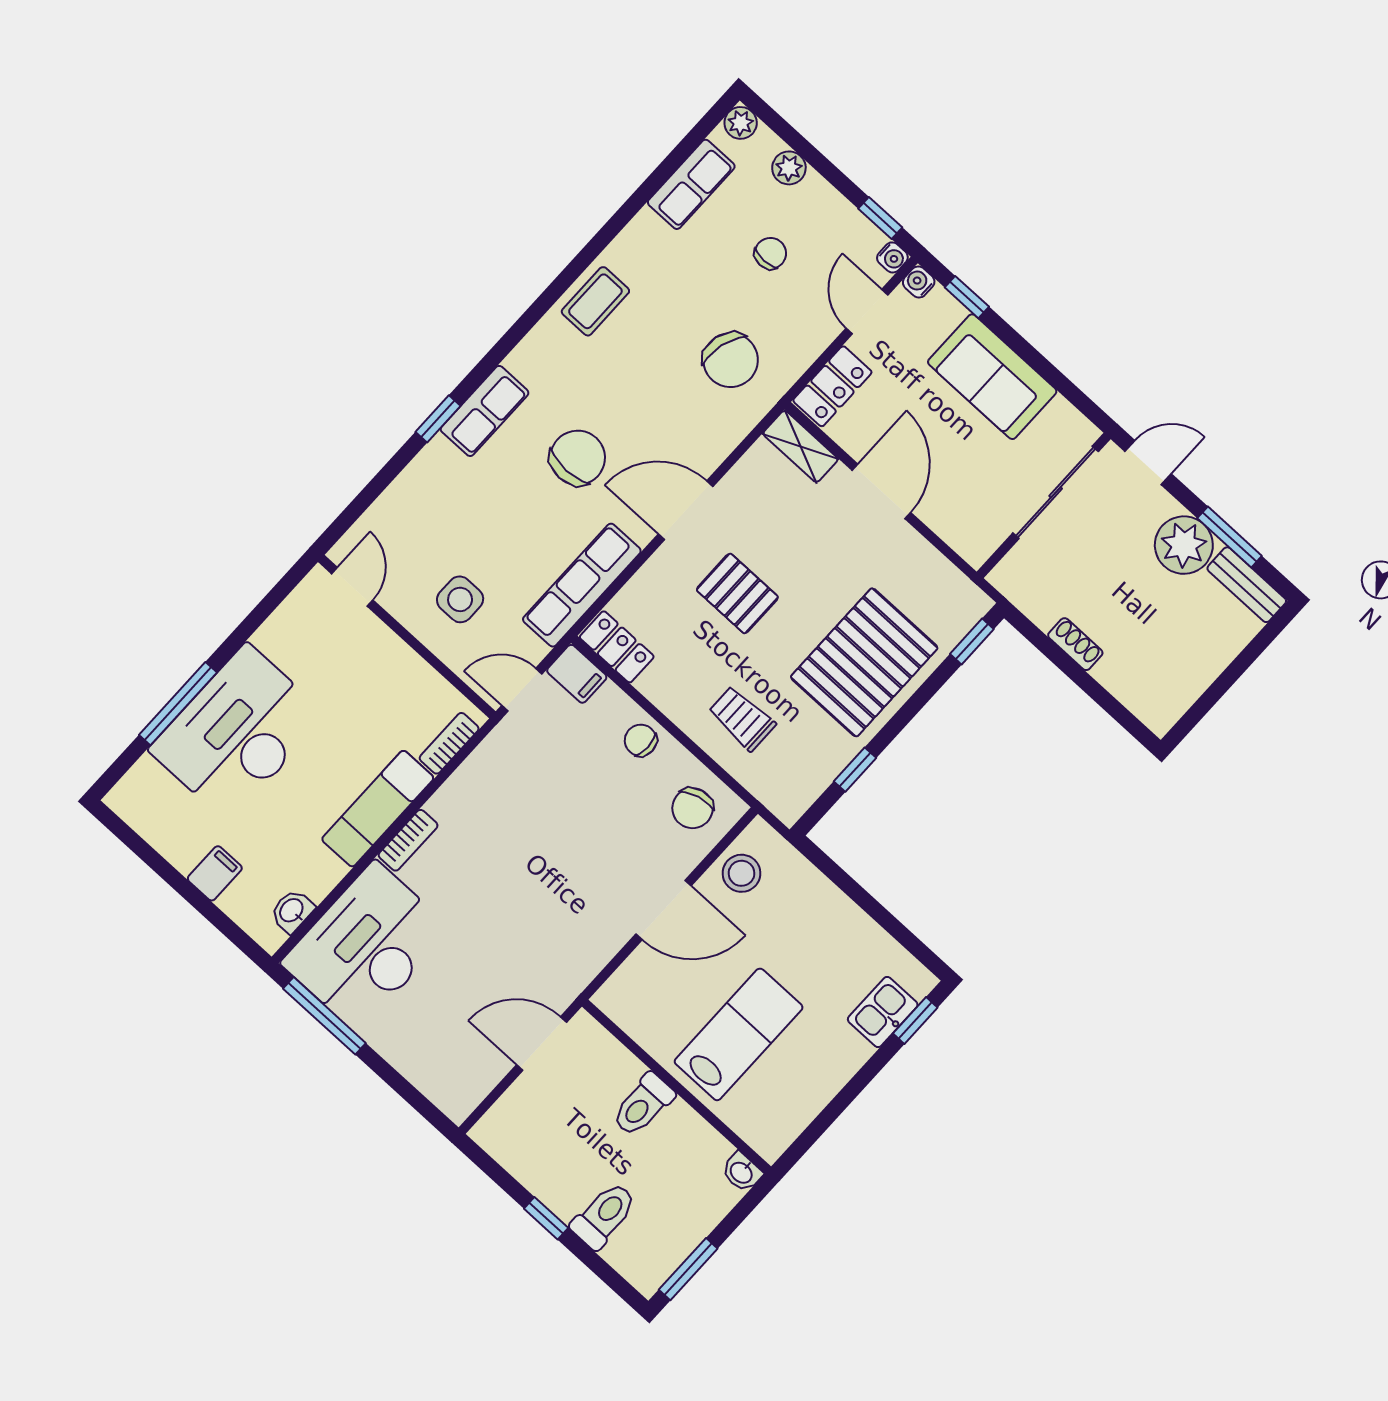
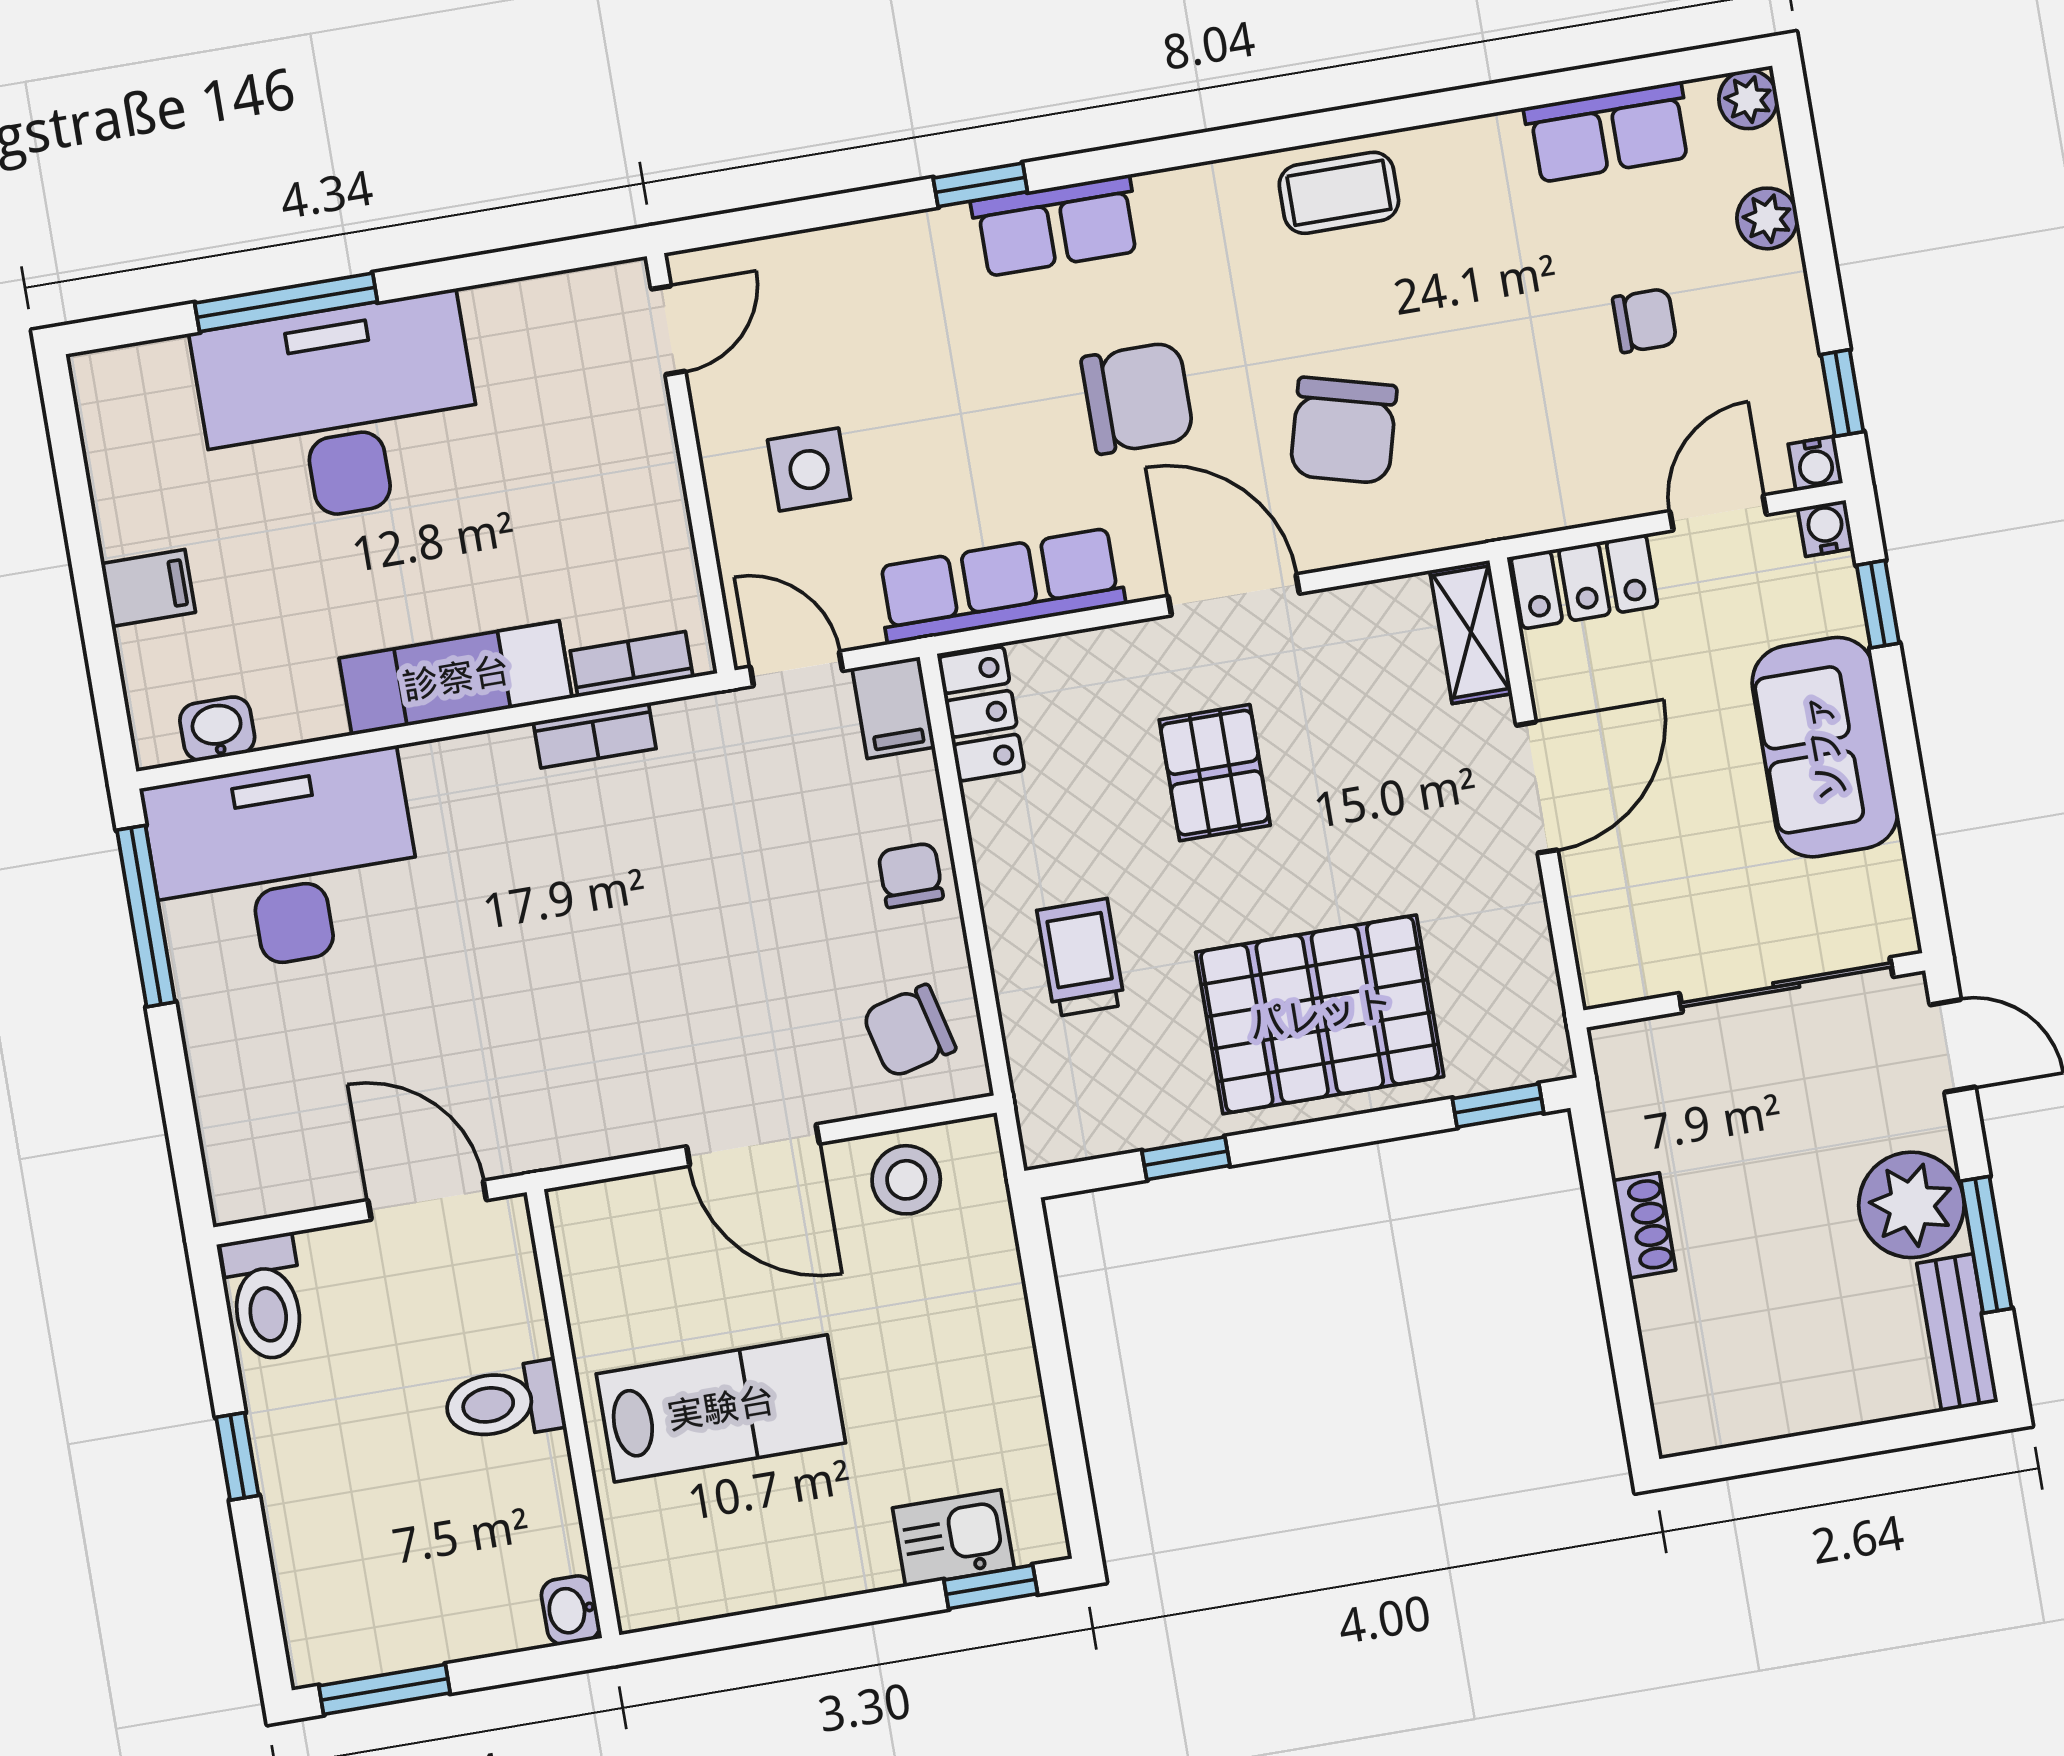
chair: (731, 360) -> (1343, 430), moved
bookcase: (408, 840) -> (595, 735), moved
toilet: (604, 1215) -> (265, 1298), moved, turned 90

